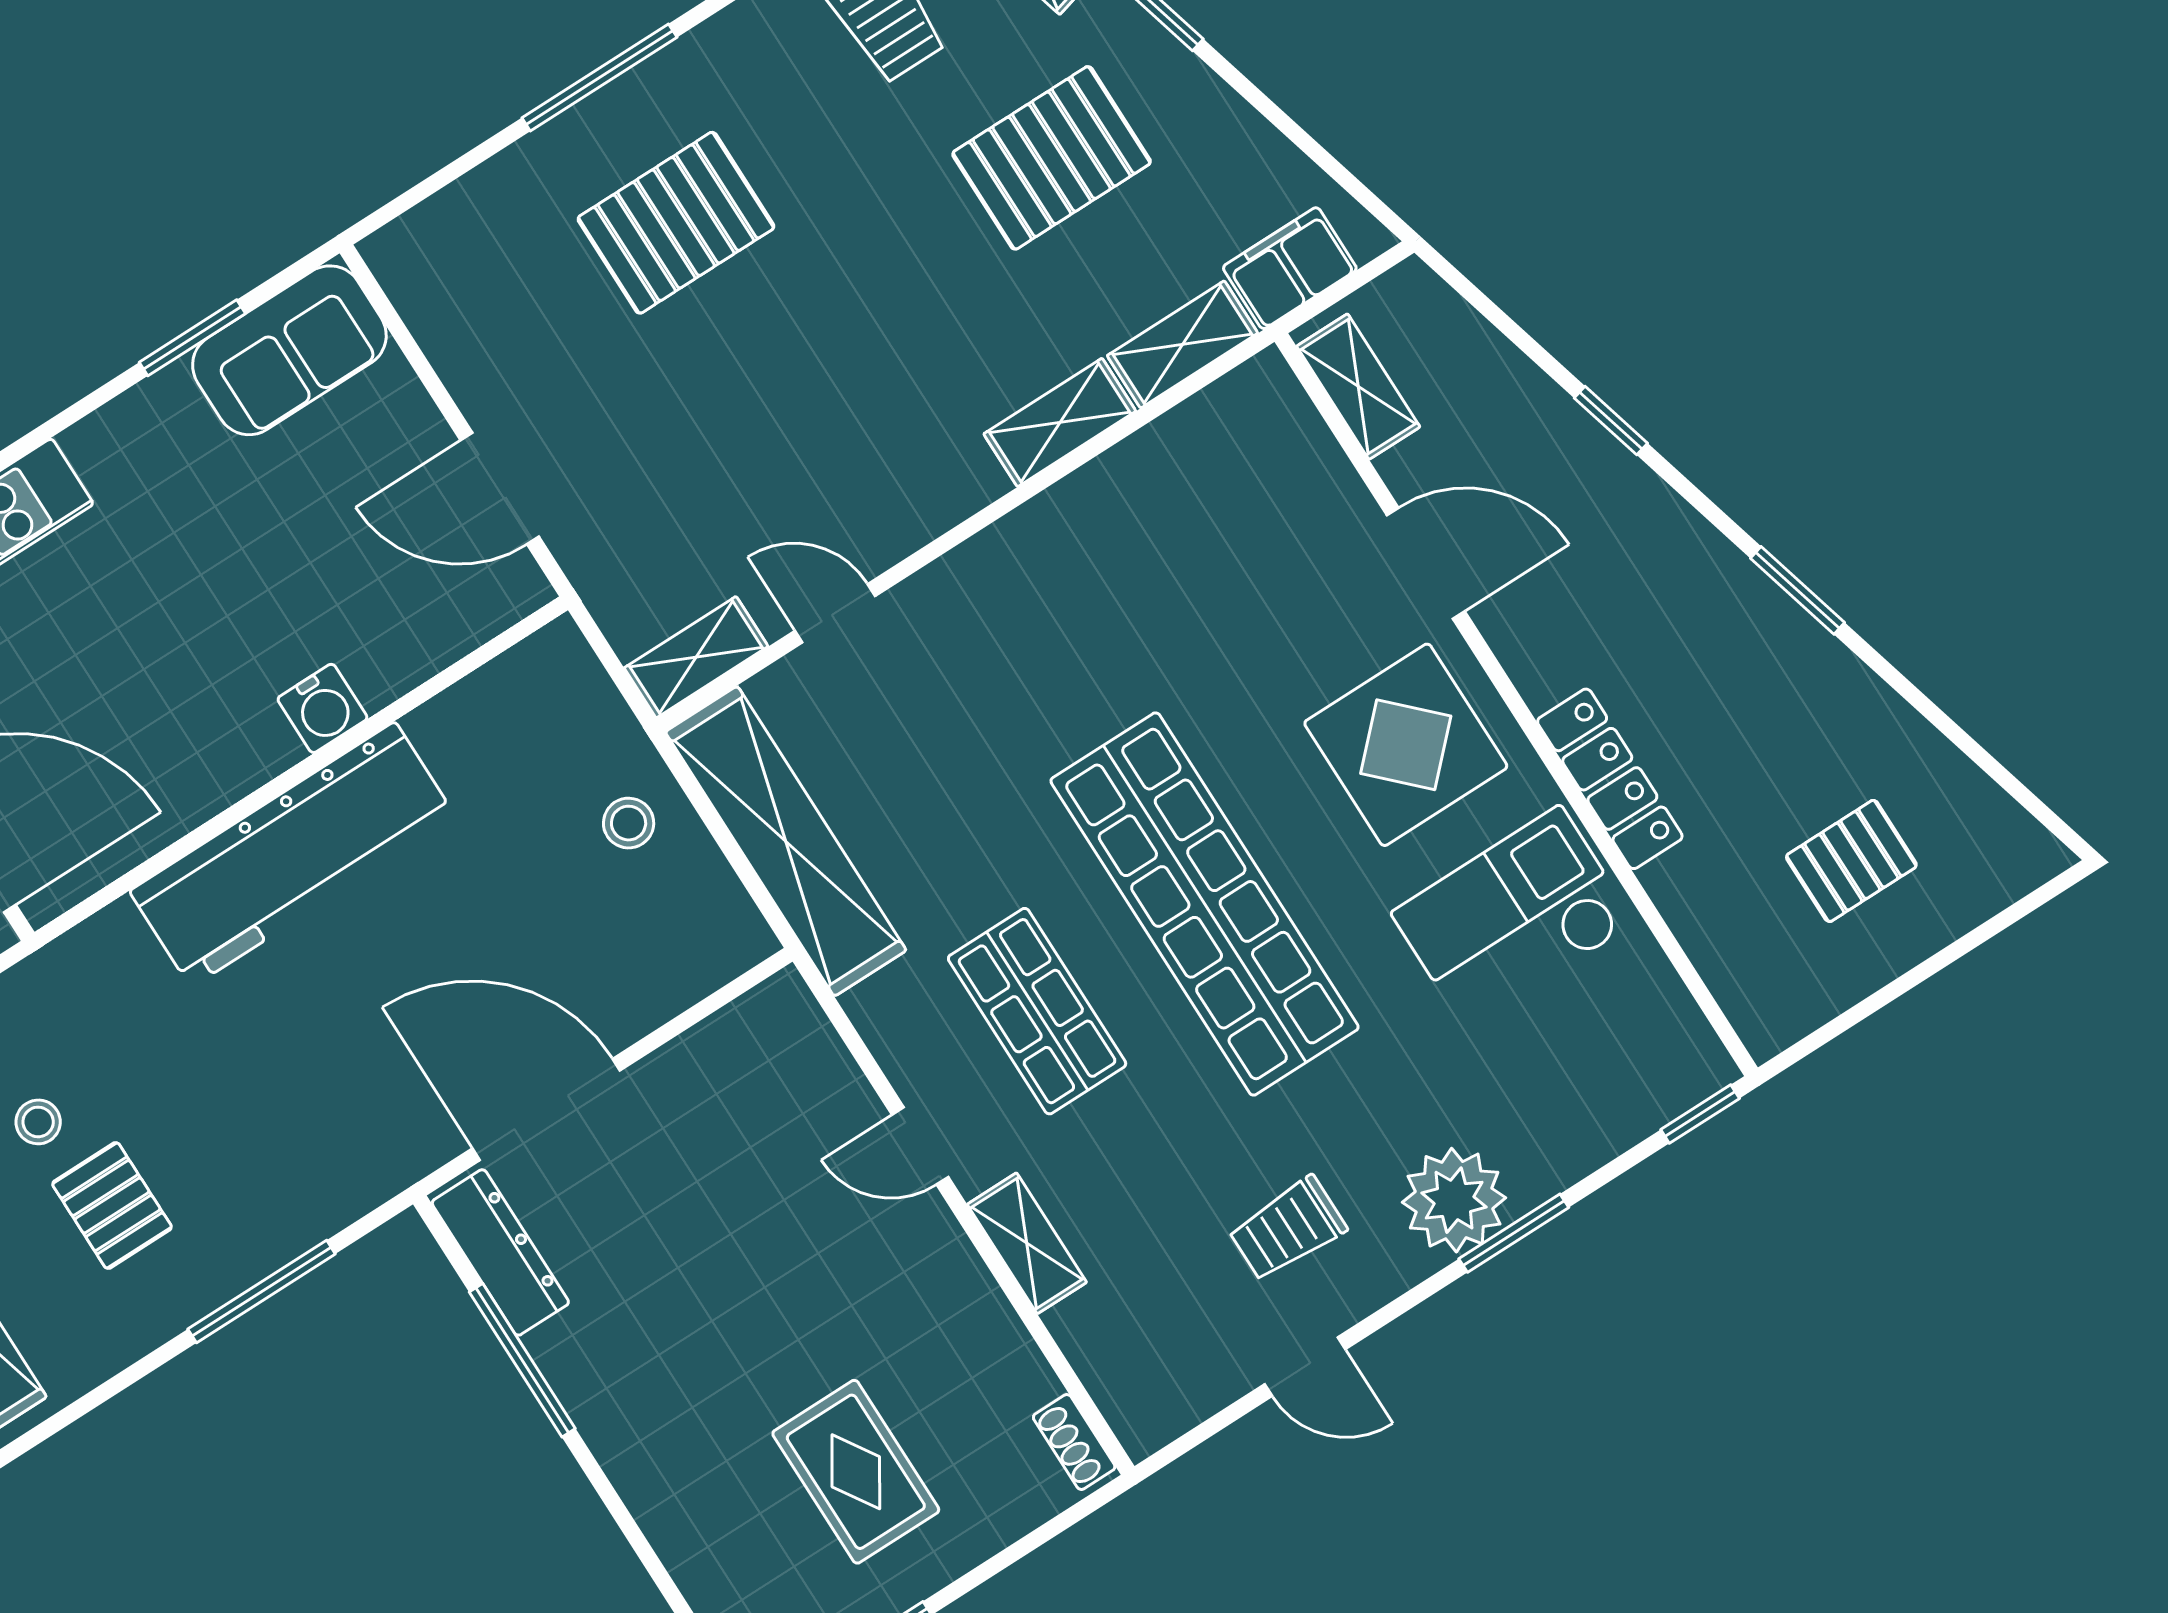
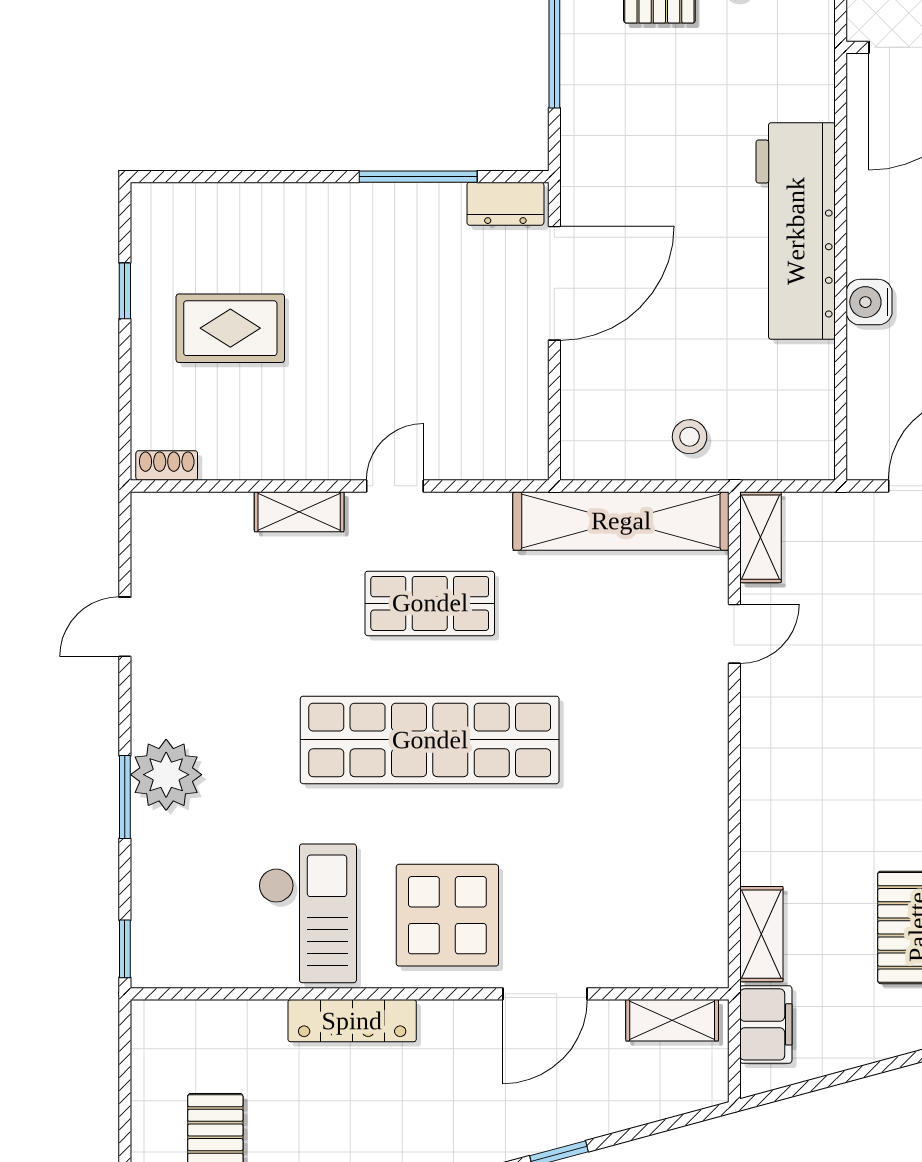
shelving: (1060, 422) -> (762, 834), removed
trolley: (1288, 1229) -> (211, 668), removed
dresser: (500, 1252) -> (505, 204), width x0.70

